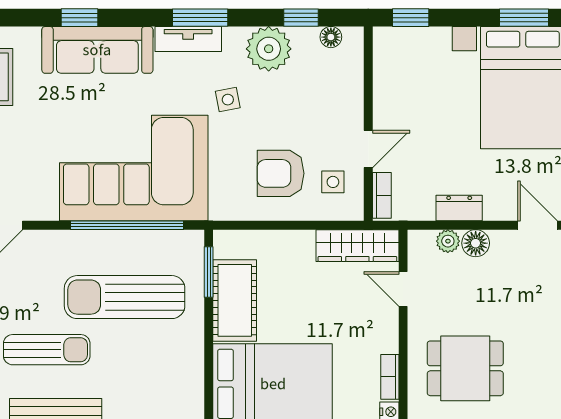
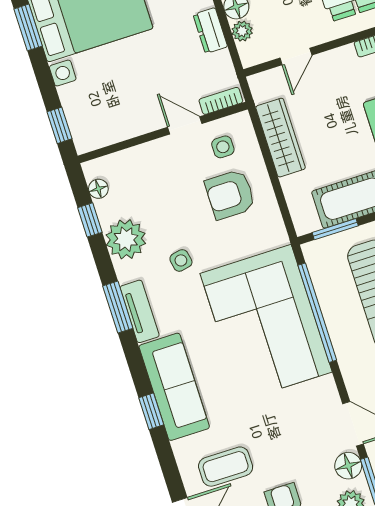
armchair: (281, 173) -> (230, 194), turned 90
wardrobe: (357, 246) -> (281, 138), moved

